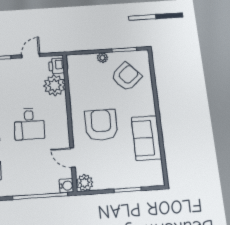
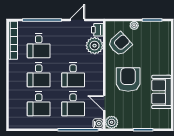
armchair: (126, 77) -> (120, 44), moved
desk: (31, 162) -> (73, 104), added

